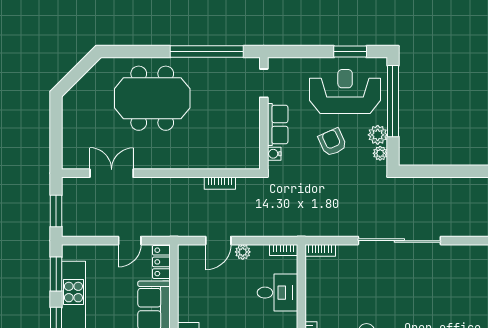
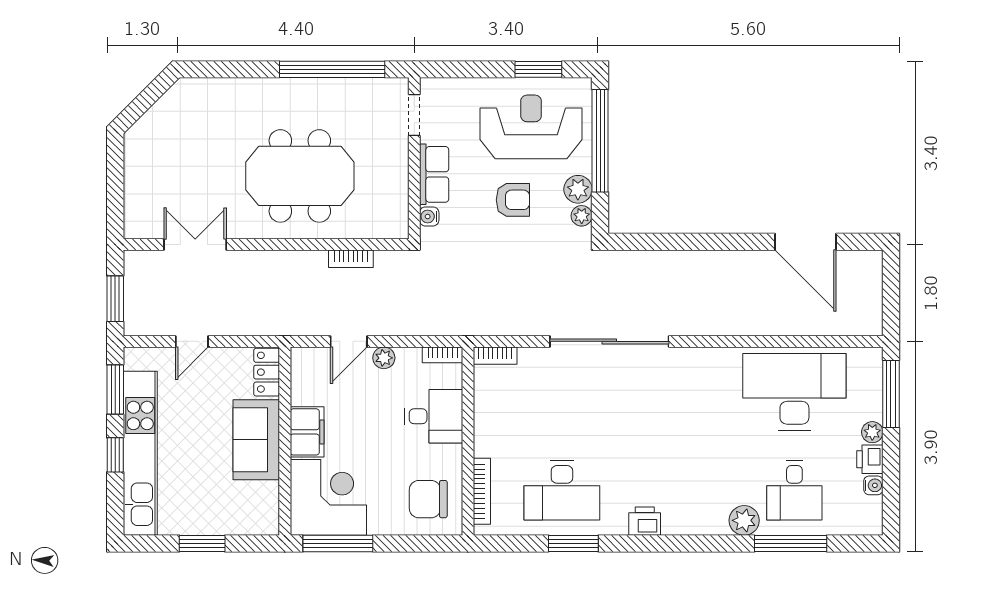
meeting table: (152, 98) -> (300, 176), moved
armchair: (332, 142) -> (513, 200), turned 114
door: (130, 241) -> (192, 341), moved
filing cabinet: (189, 303) -> (307, 432), added

